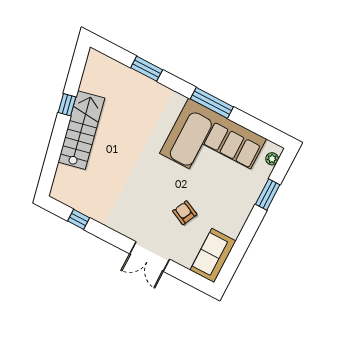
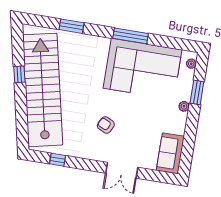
stairs: (81, 130) -> (43, 90), width x1.86, depth x1.51
plant: (247, 206) -> (184, 106), added
armchair: (185, 213) -> (106, 125), moved

